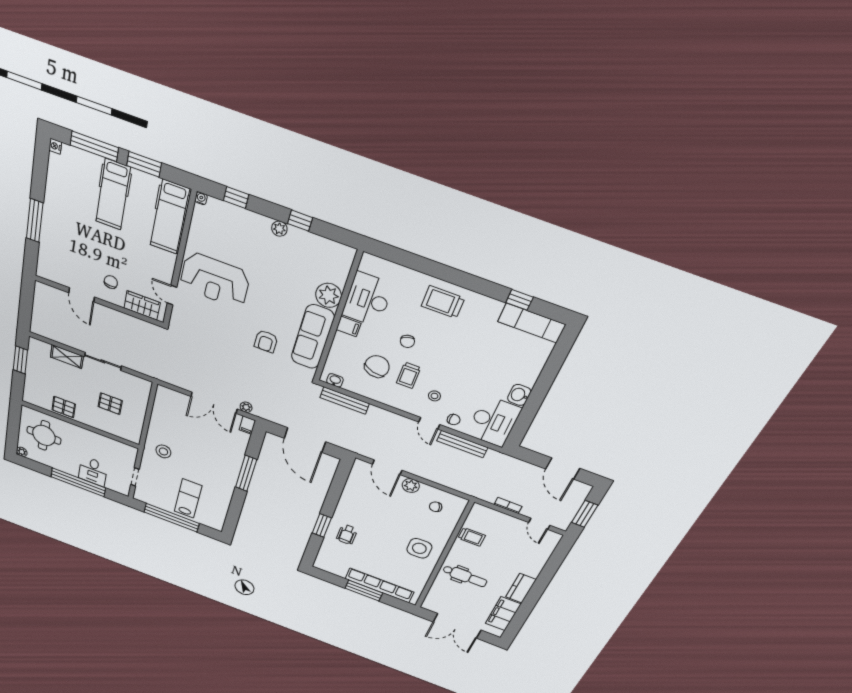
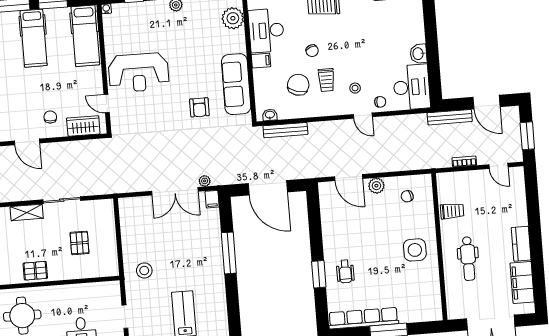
plant: (329, 295) -> (233, 18), moved
pallet: (110, 404) -> (79, 243), turned 90
bench: (462, 444) -> (450, 117), moved
dental chair: (465, 576) -> (468, 259), turned 90
row of seats: (379, 585) -> (363, 318), moved

